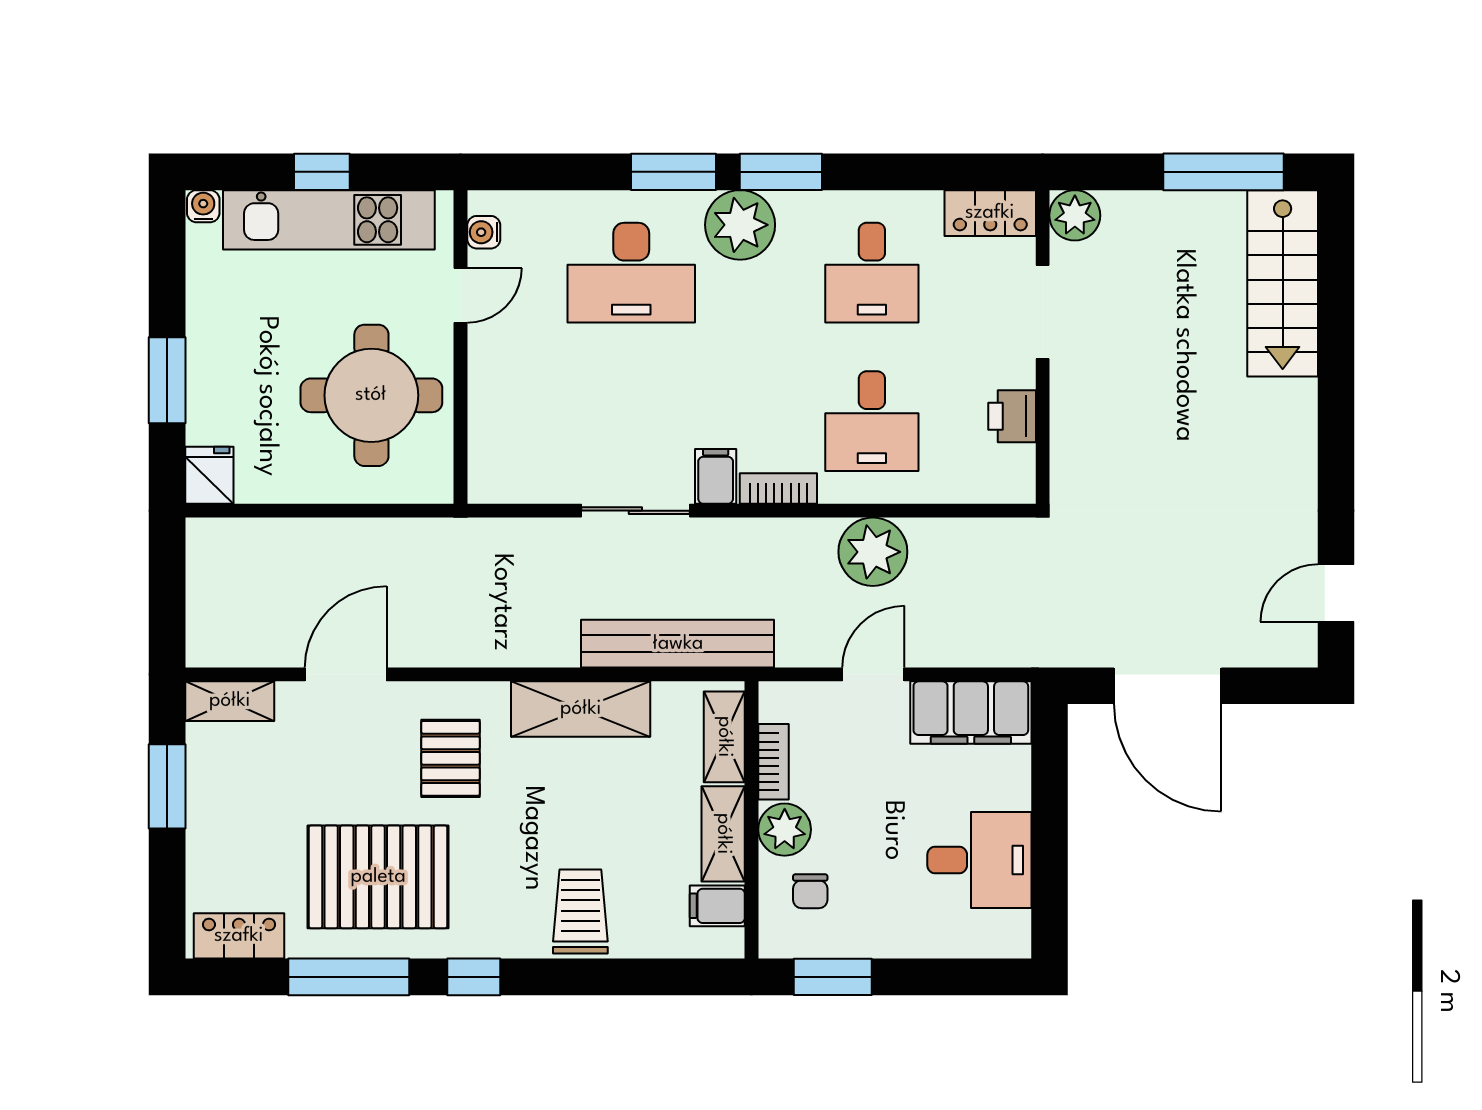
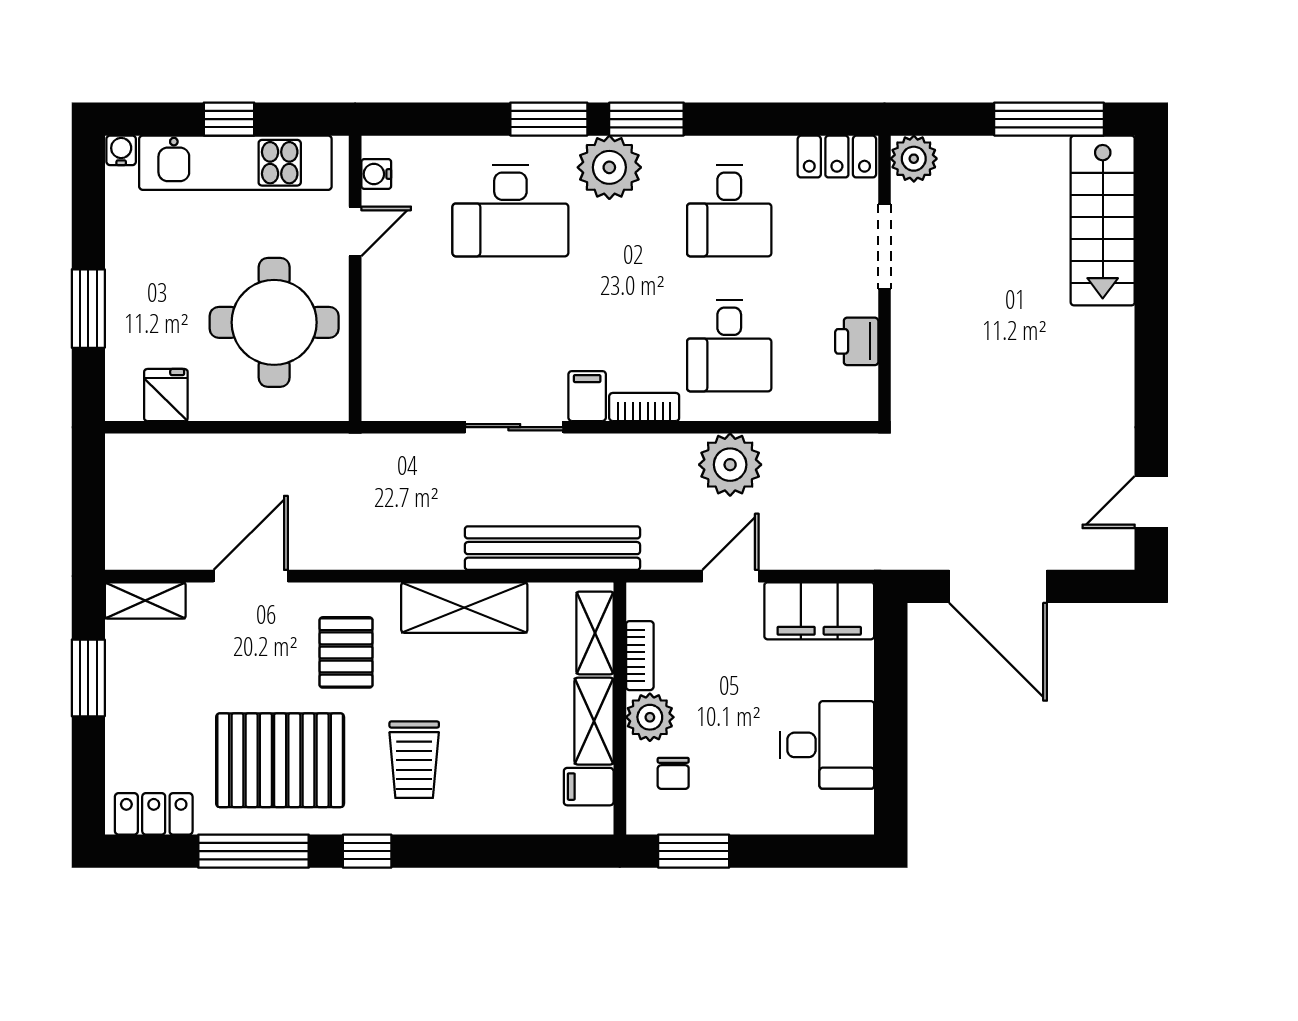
fridge: (209, 475) -> (166, 395), moved
trolley: (580, 911) -> (414, 760), moved, turned 180

